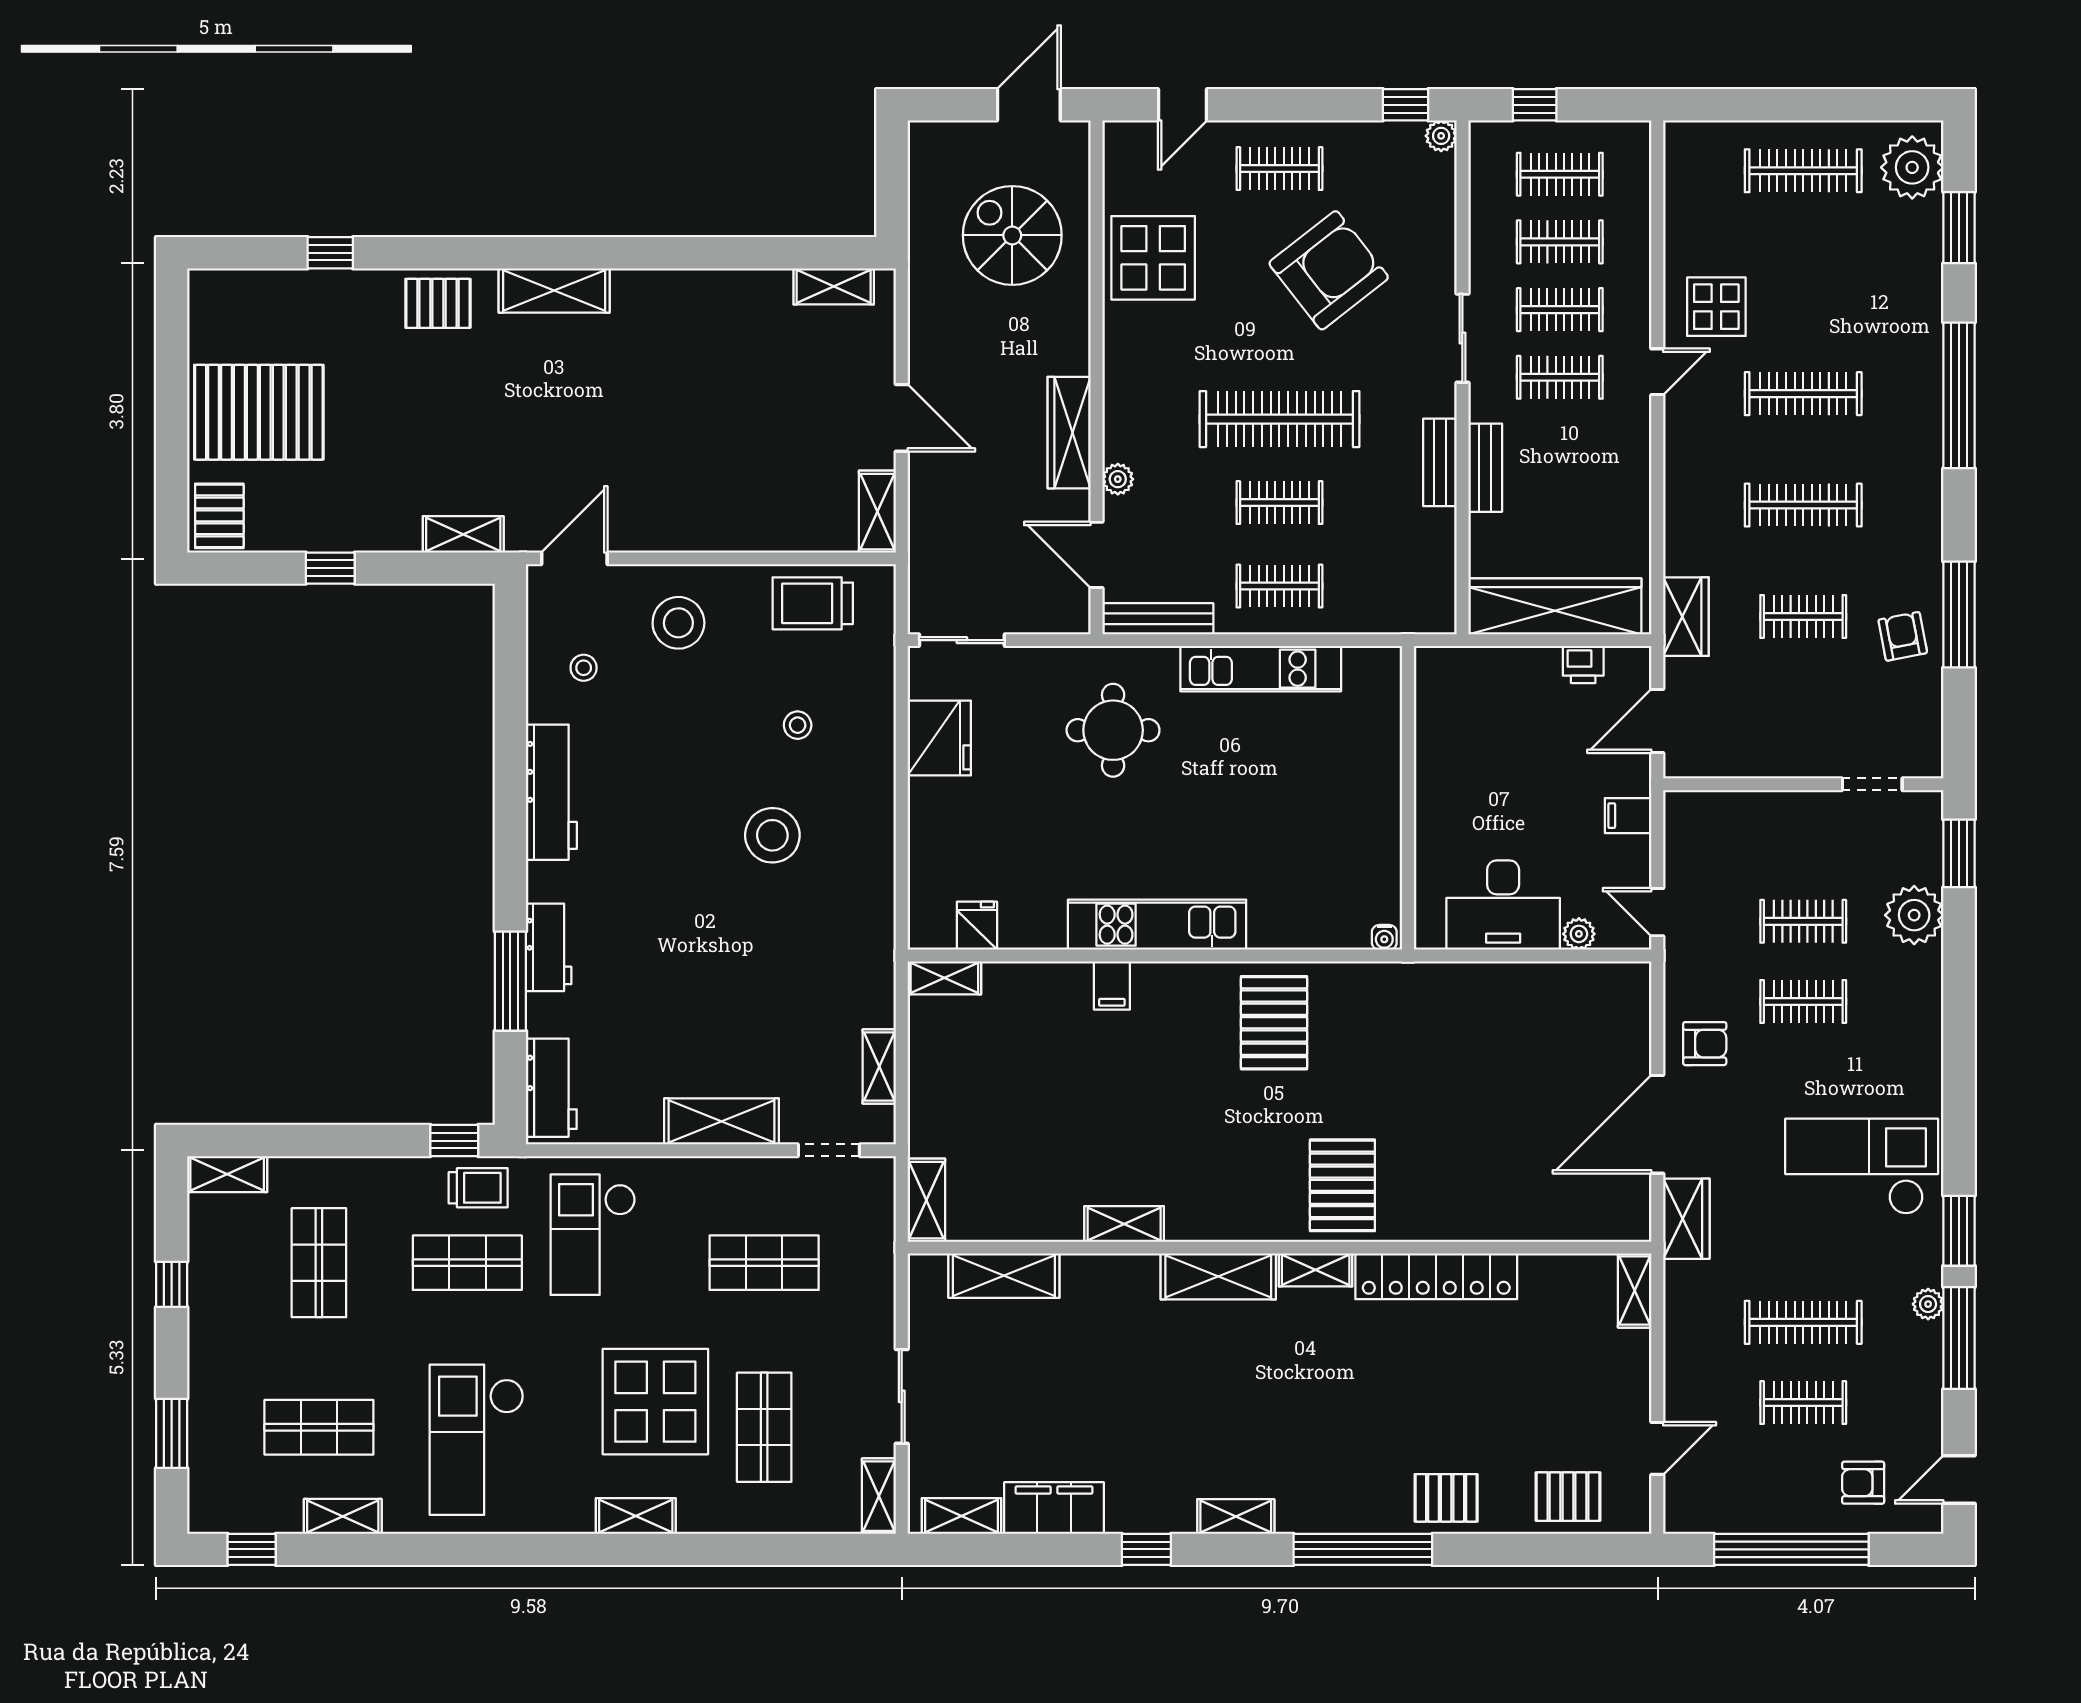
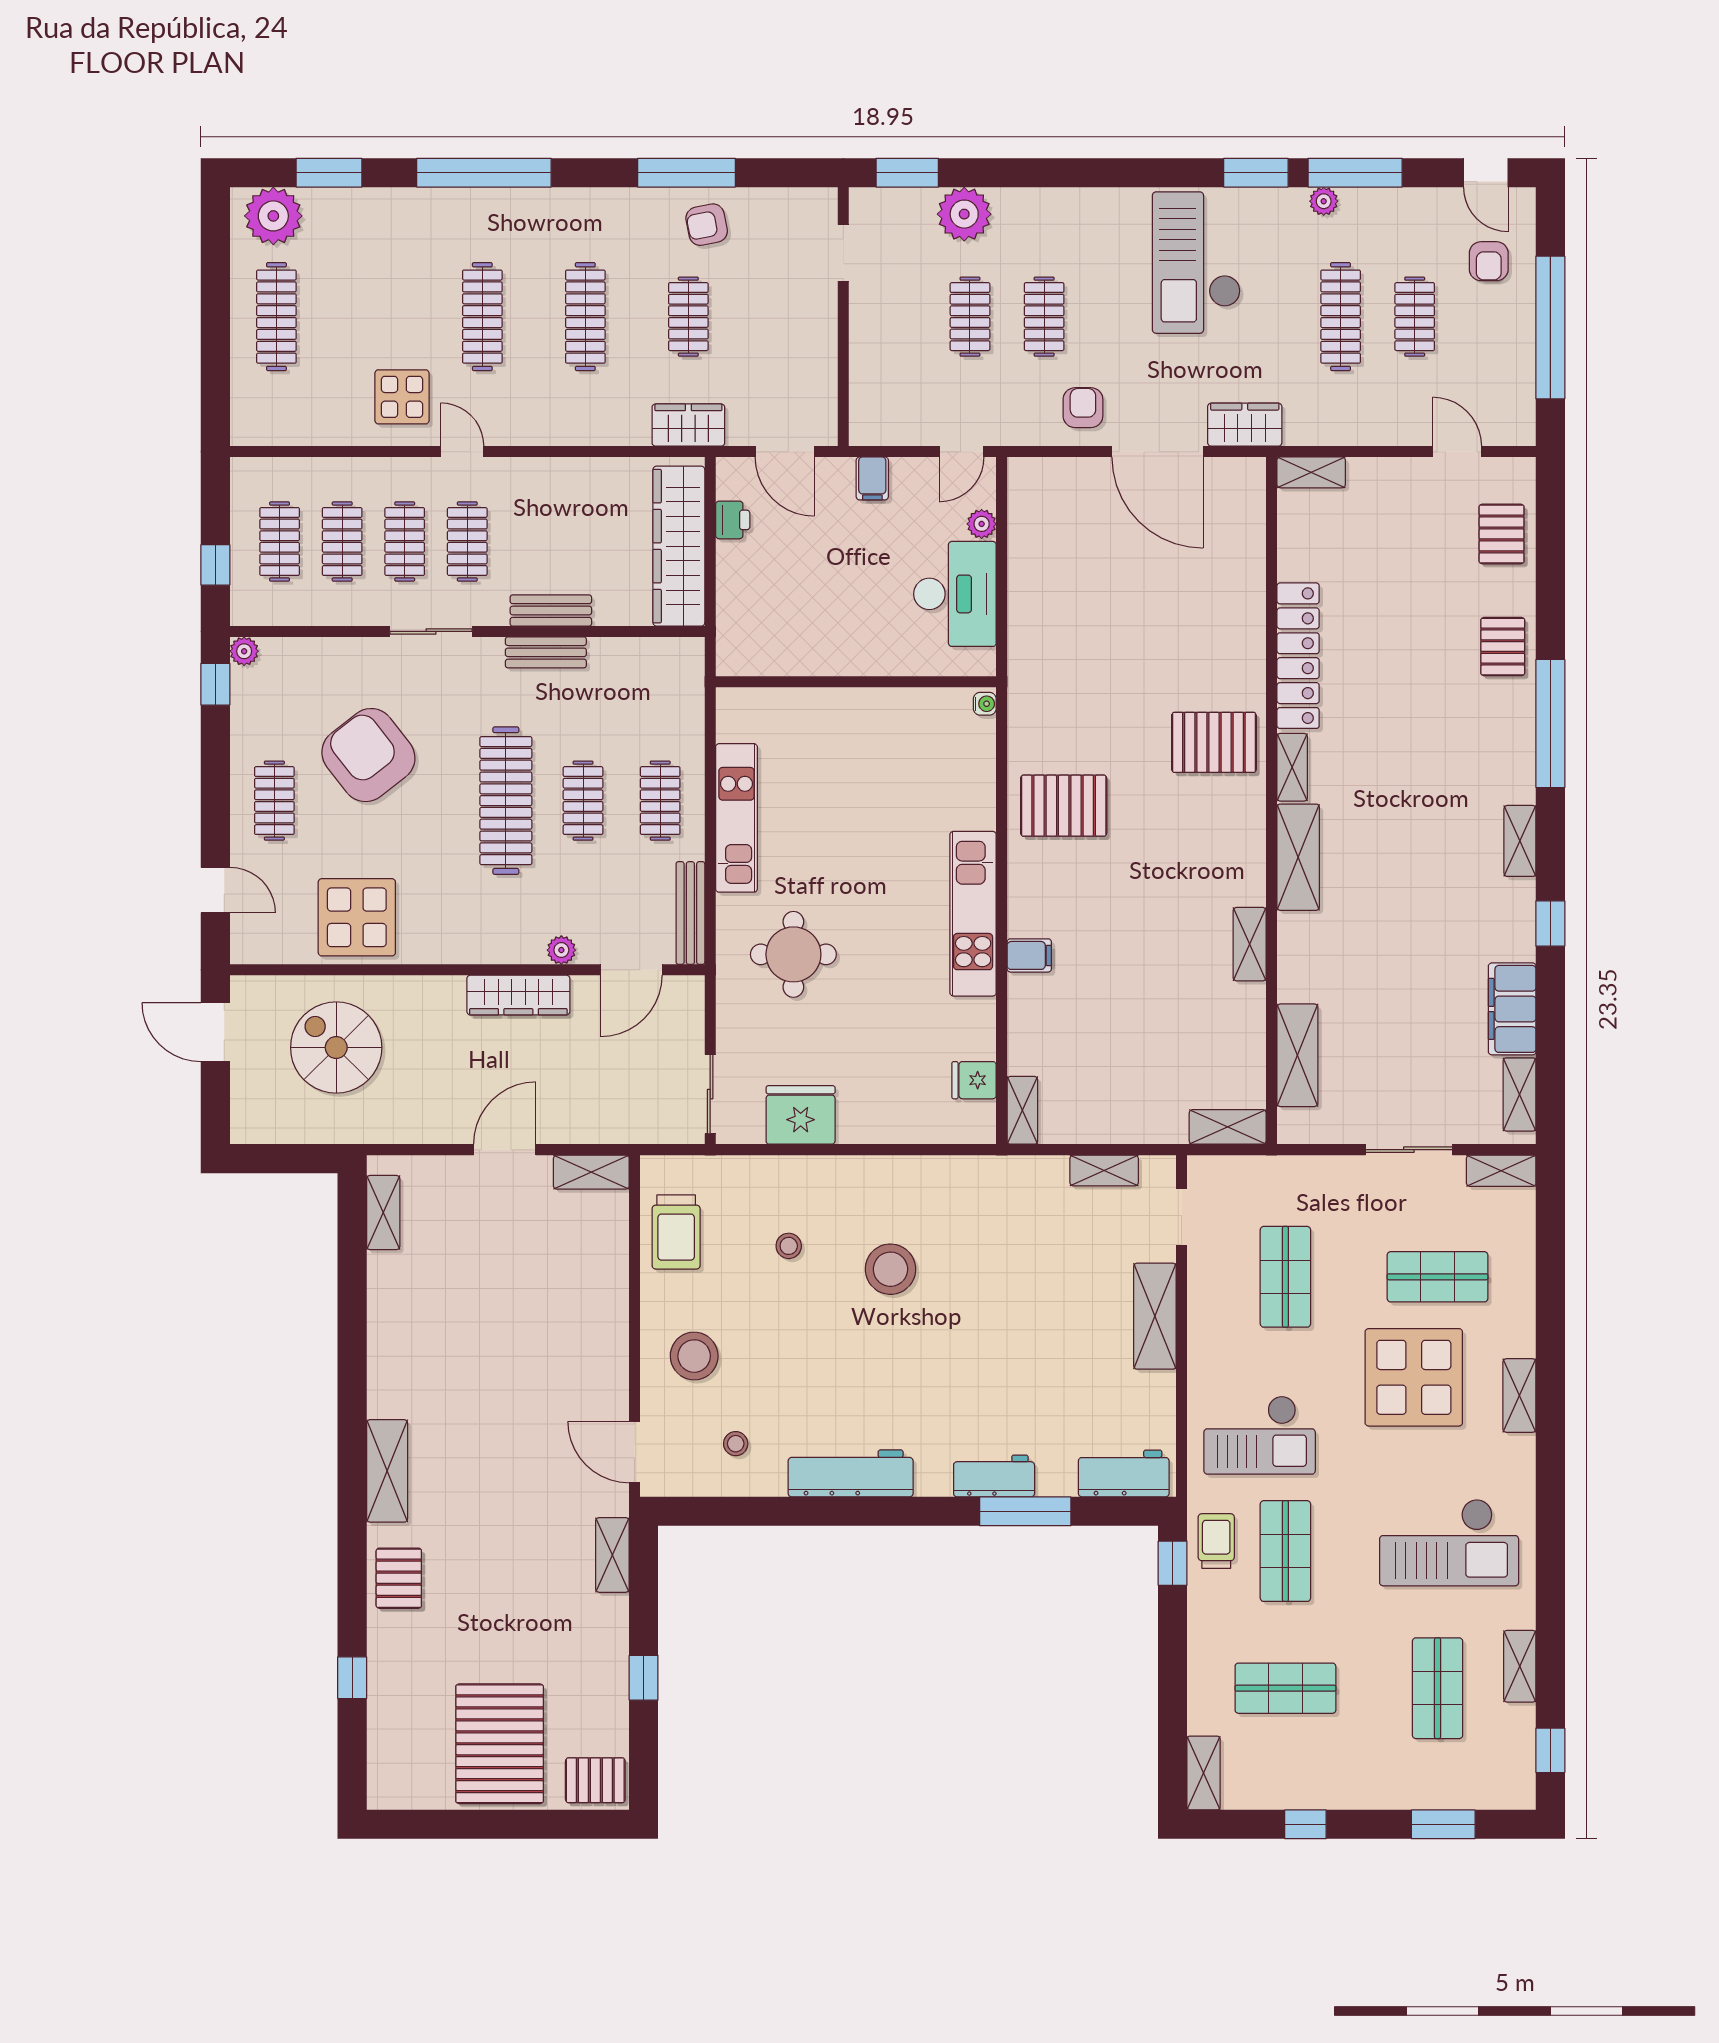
spiral stairs: (1012, 235) -> (336, 1048), turned 90

